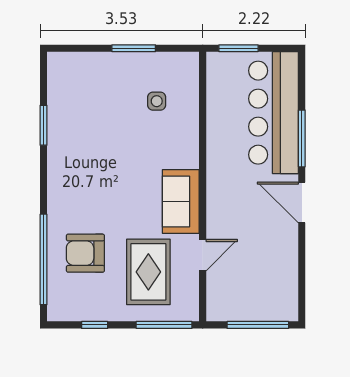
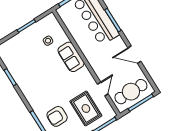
sofa: (181, 202) -> (71, 57), moved
door: (302, 202) -> (134, 55), moved
cafe table: (252, 293) -> (131, 92), added

